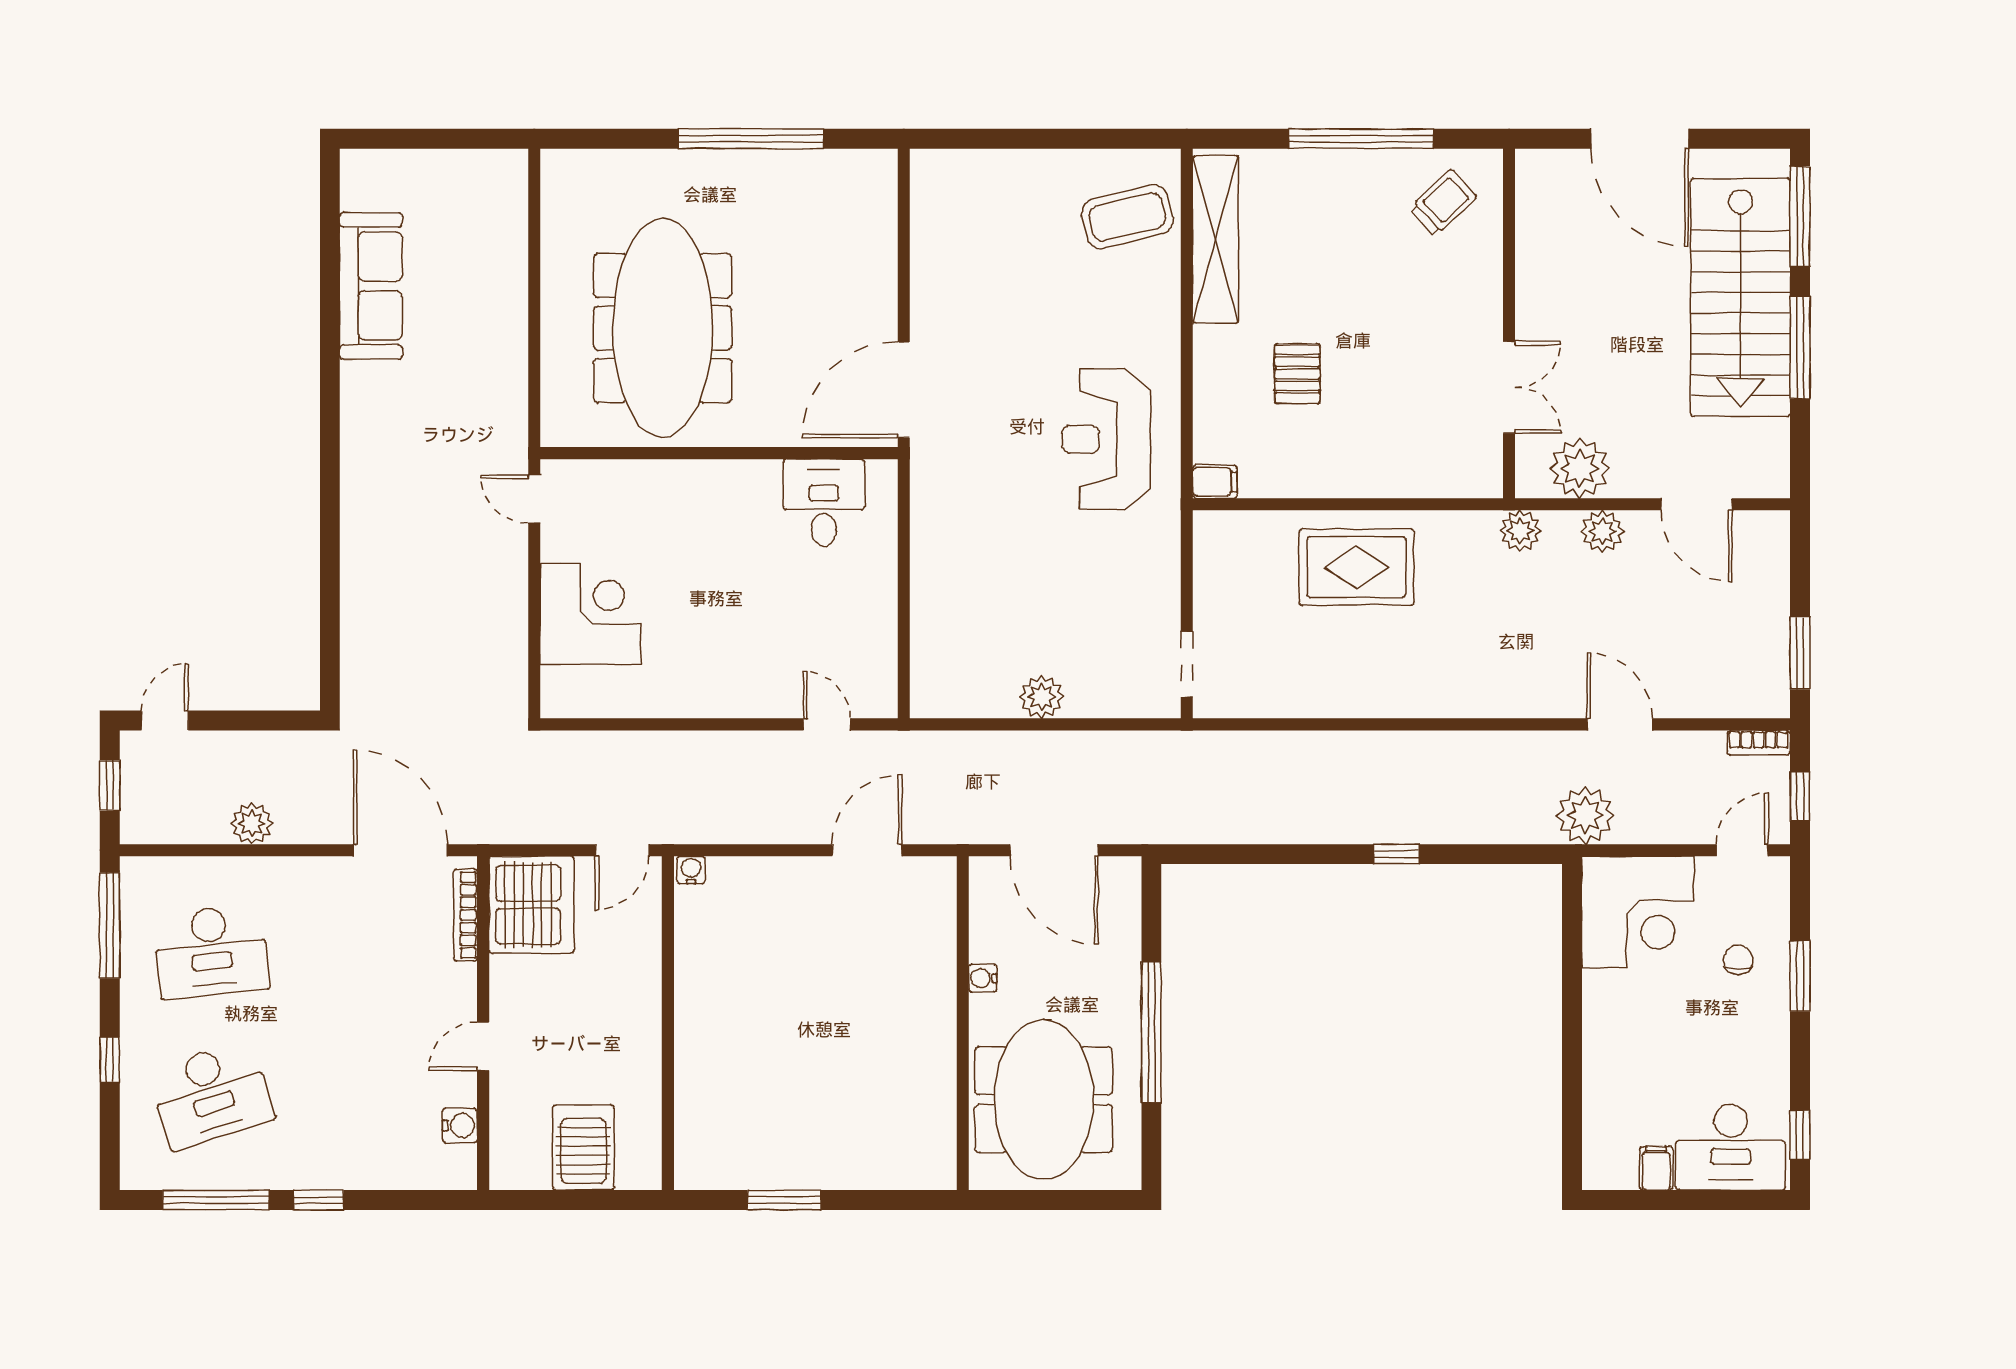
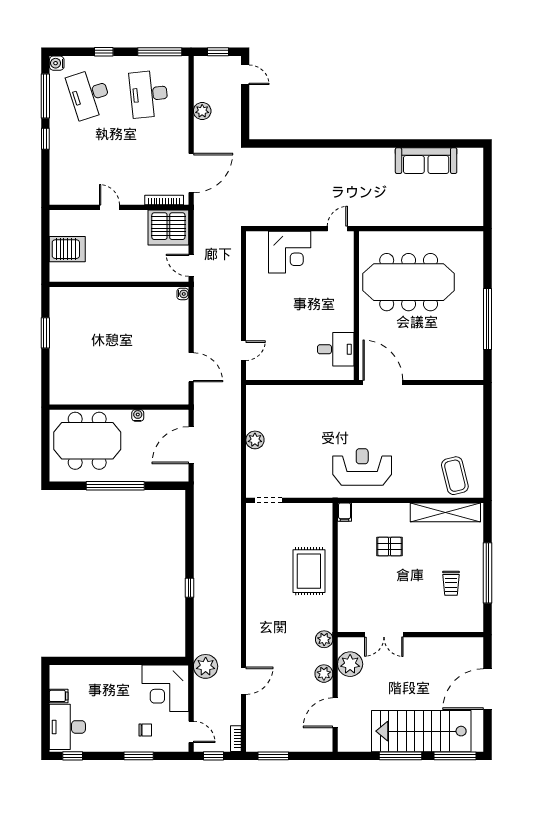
trolley: (1443, 203) -> (451, 583), moved, turned 43
water cooler: (460, 1125) -> (57, 63), moved, turned 90

